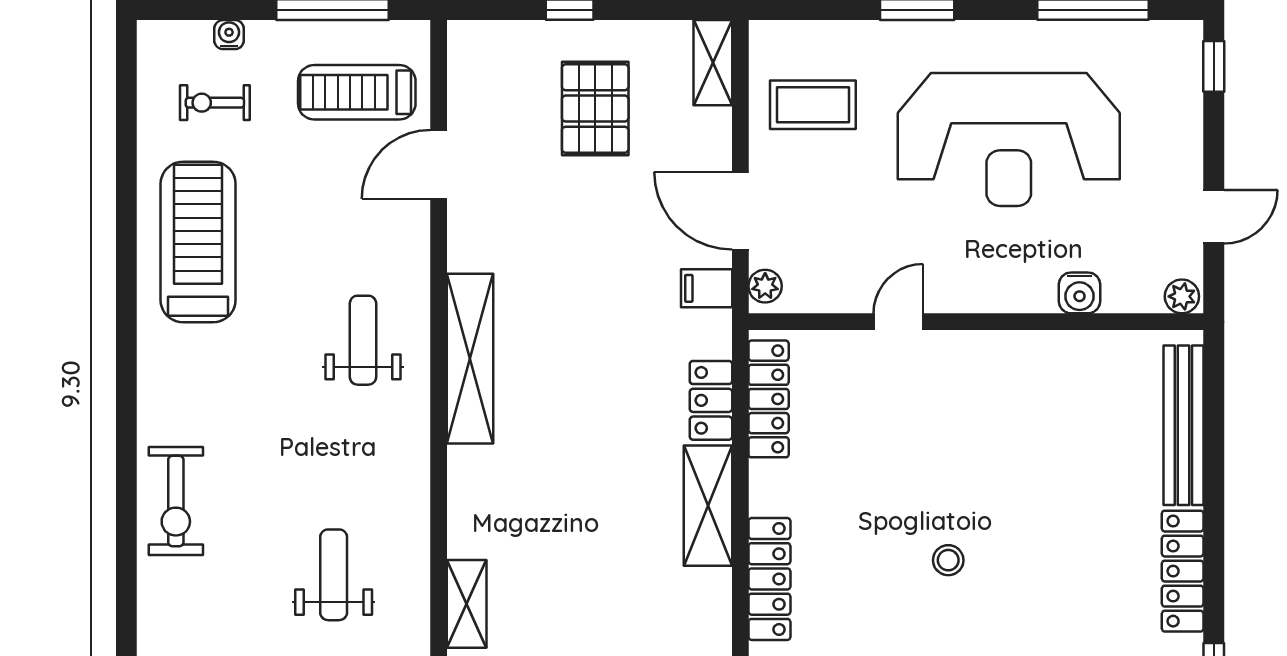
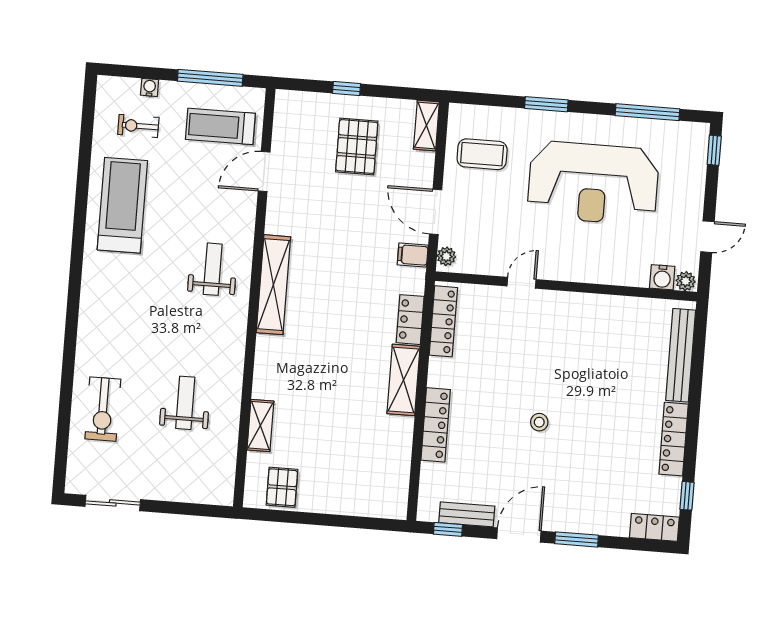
water cooler: (1080, 293) -> (662, 277), moved
exercise bike: (176, 501) -> (103, 409), moved

